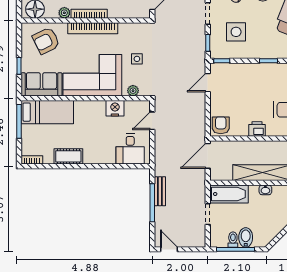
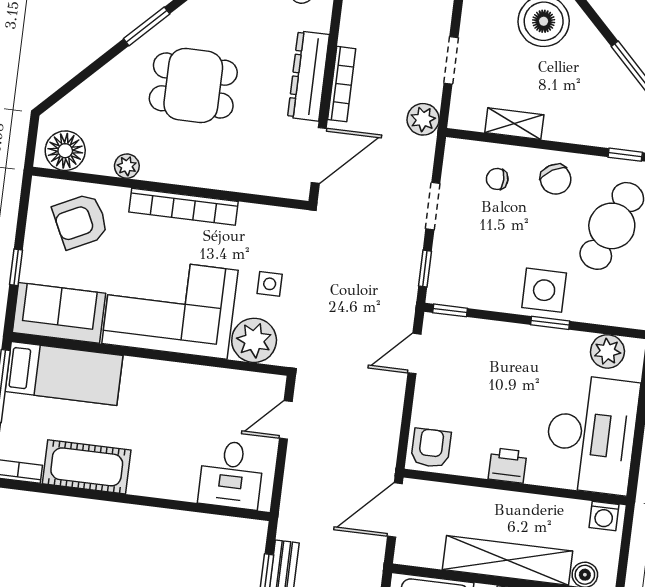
bookcase: (89, 14) -> (180, 175), removed
side table: (236, 32) -> (544, 290), moved
plant: (133, 91) -> (254, 340), width x1.87, depth x1.87
nightstand: (115, 108) -> (210, 383), removed
cot: (68, 156) -> (87, 467), width x1.37, depth x1.34

